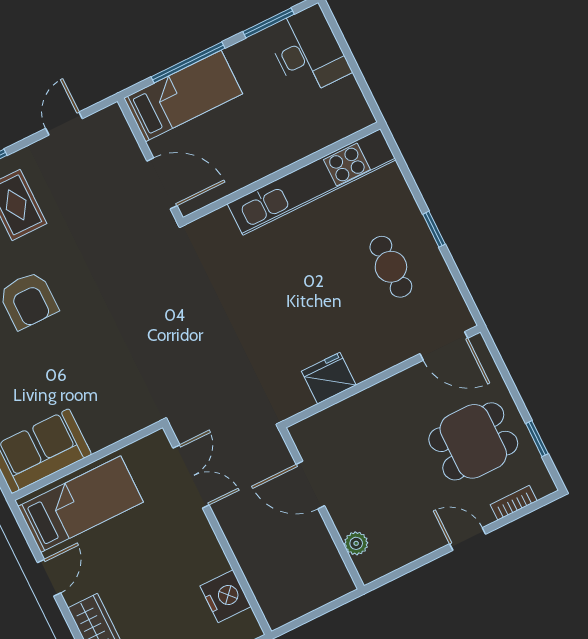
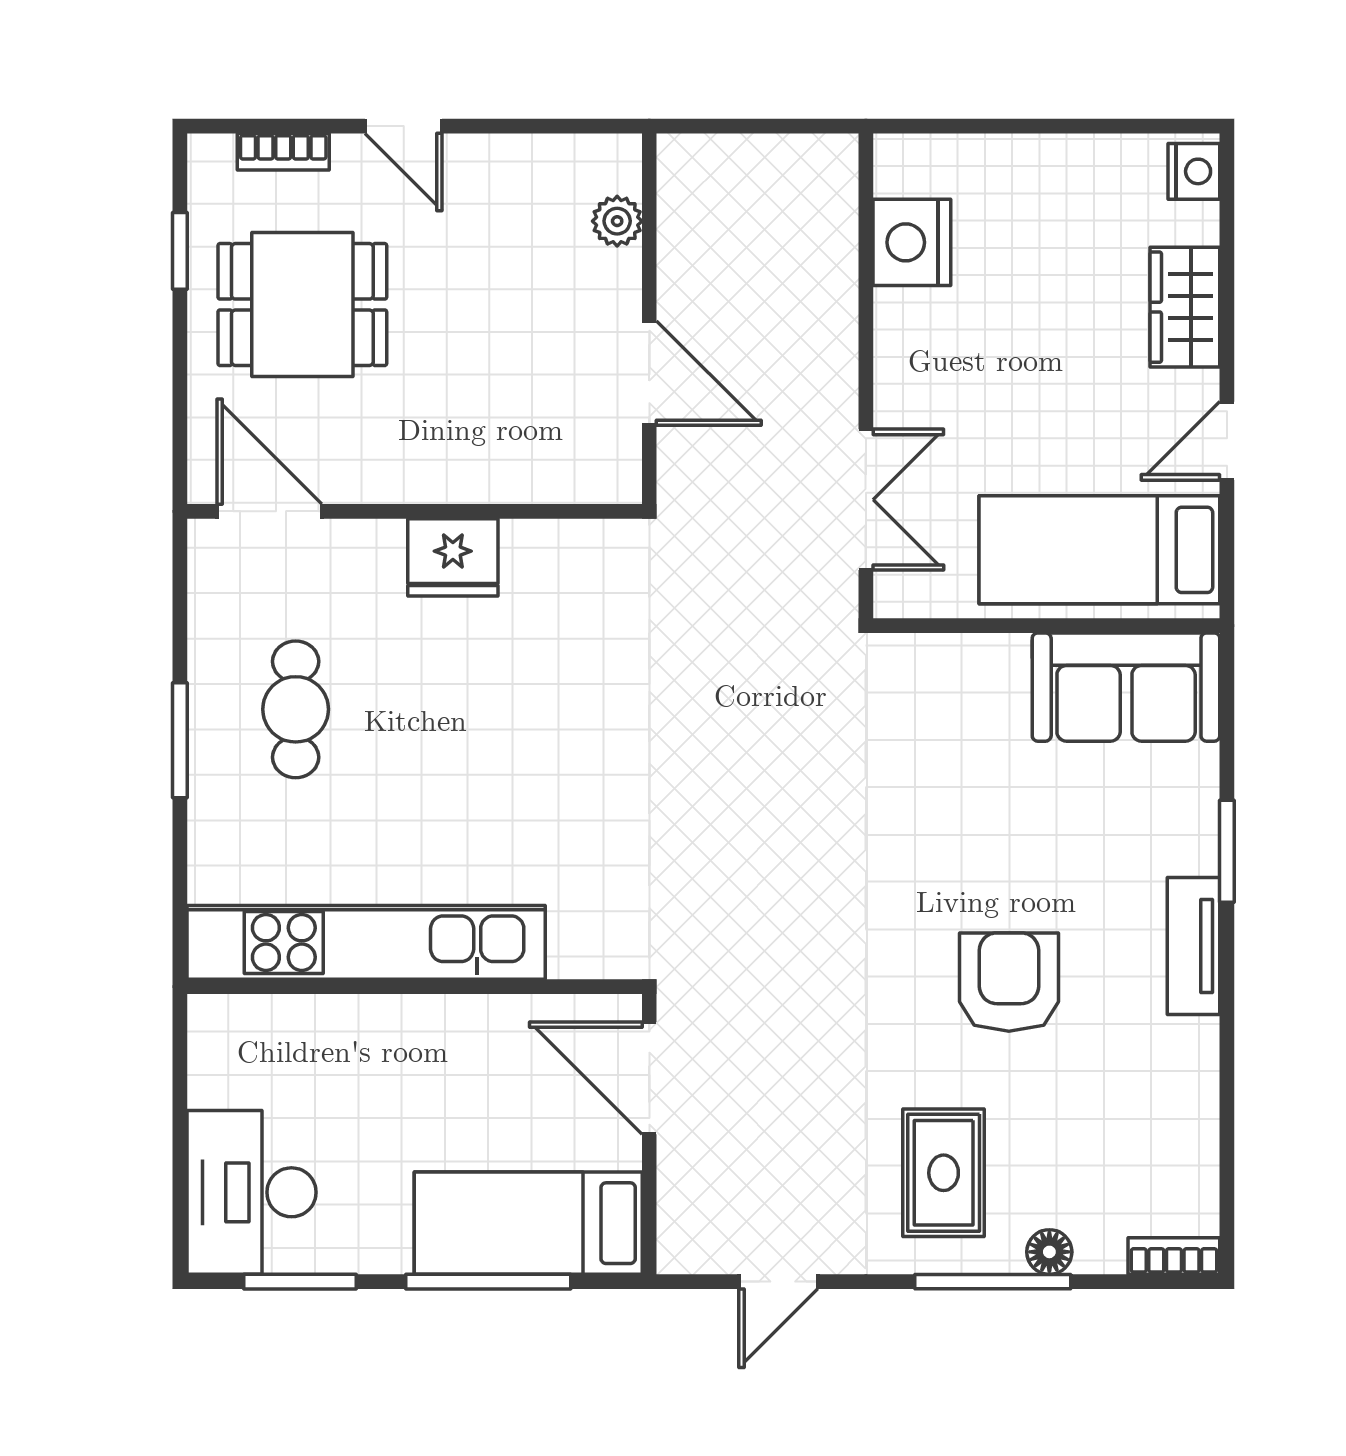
window: (434, 229) -> (180, 740), width x1.50
fridge: (329, 378) -> (453, 557), moved
double door: (191, 477) -> (866, 500), swing flipped

